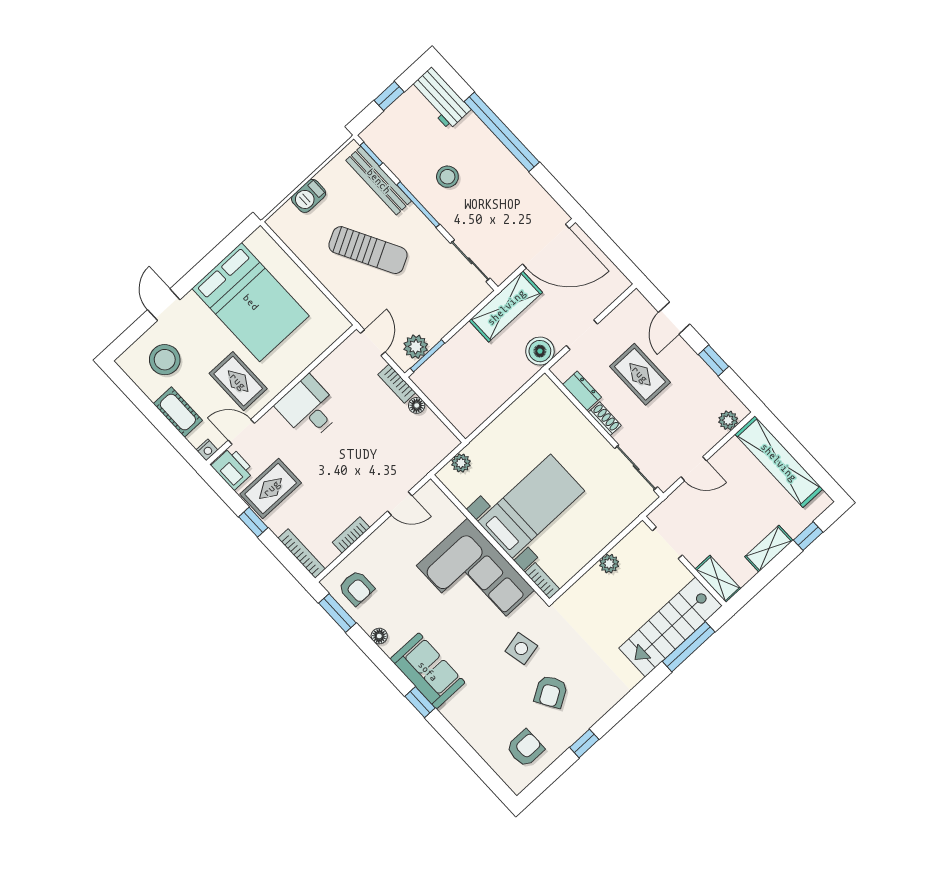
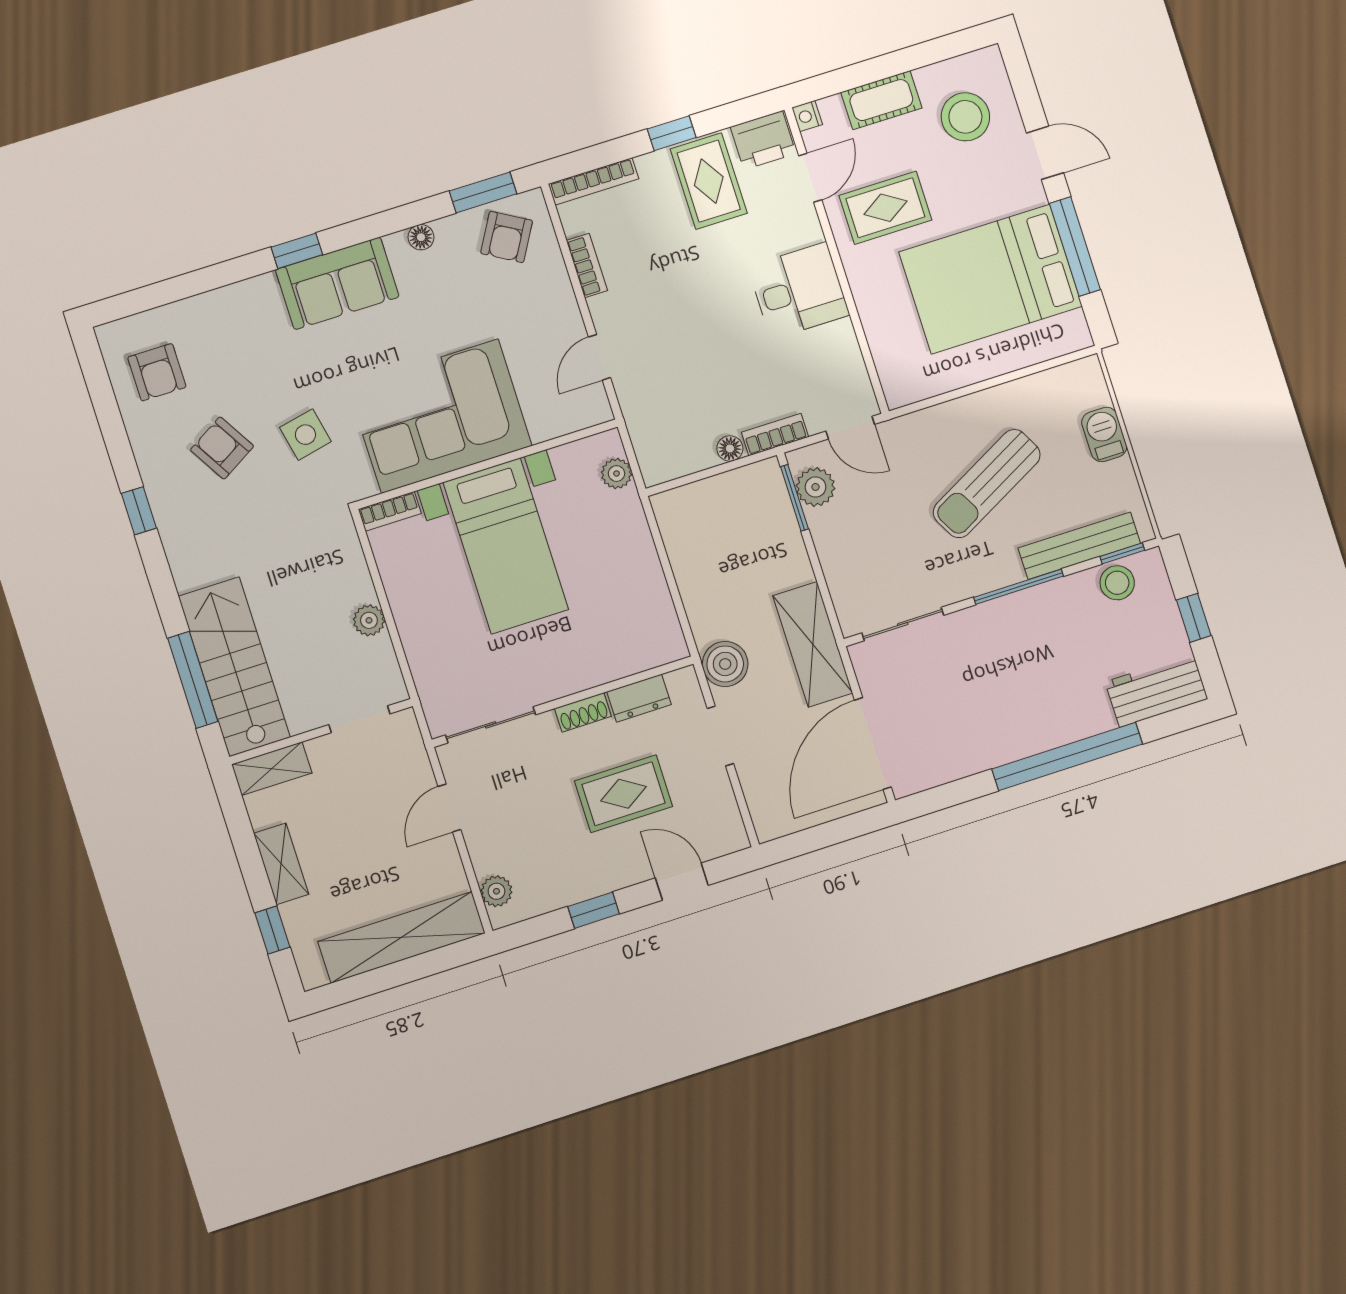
stool: (447, 177) -> (1117, 583), moved
window: (209, 263) -> (1075, 246), added
armchair: (356, 588) -> (507, 237), turned -60
window: (584, 743) -> (139, 511), moved

